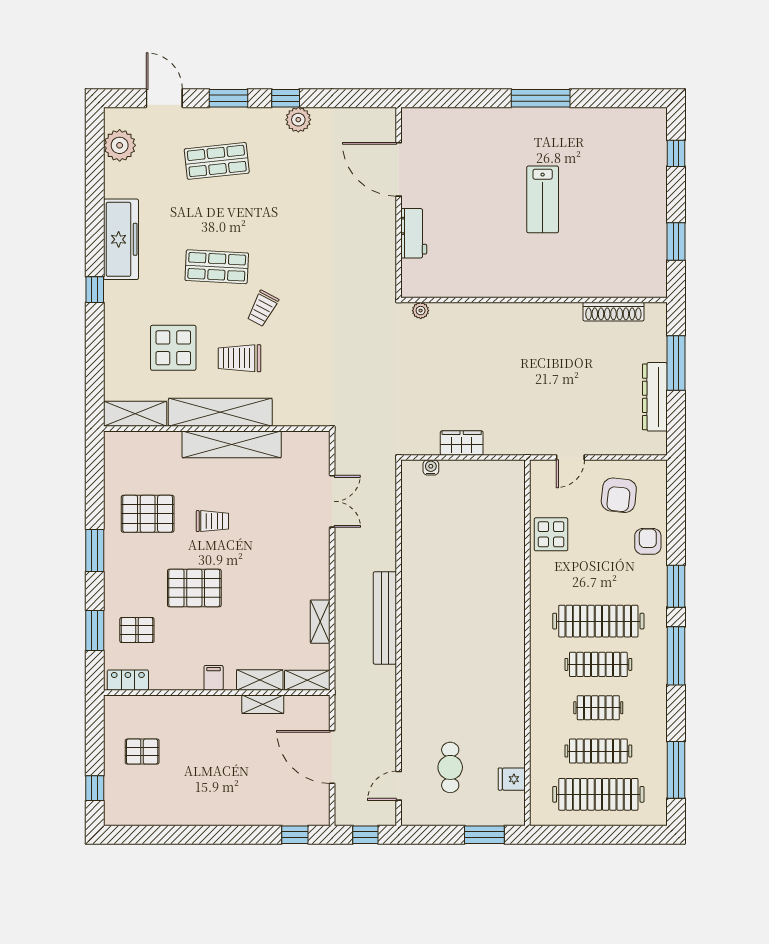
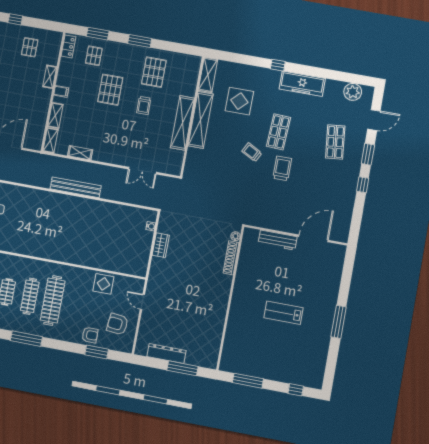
plant: (298, 120) -> (350, 189), removed
workbench: (414, 233) -> (278, 240), width x1.38
window: (676, 242) -> (248, 381), width x1.44
shoe rack: (613, 312) -> (231, 258), moved
trolley: (239, 358) -> (282, 168), moved
window: (676, 586) -> (97, 352), moved
shelving: (263, 704) -> (50, 77), moved

